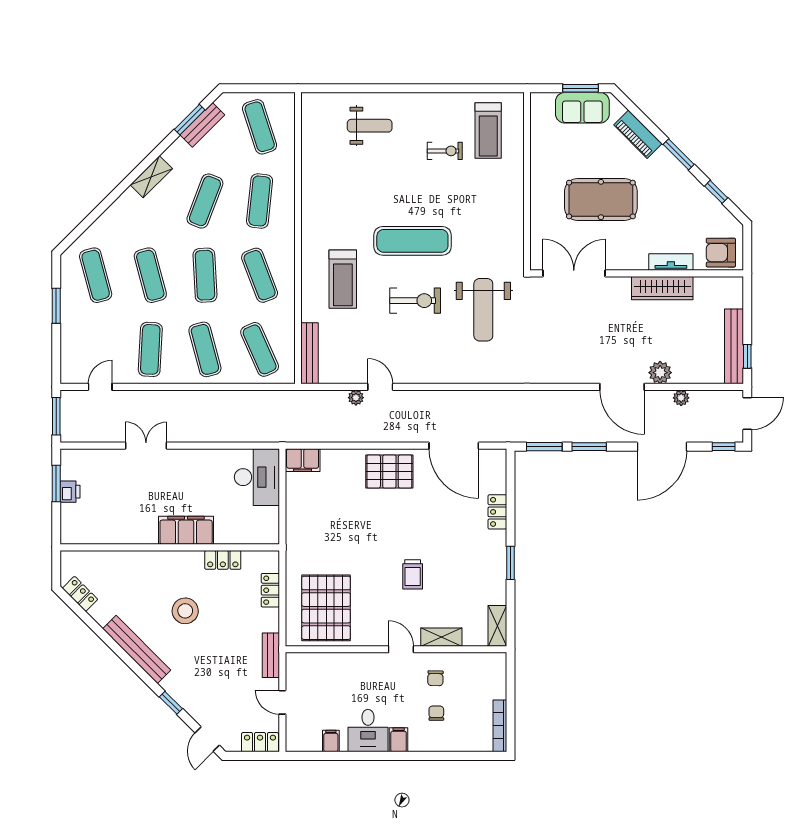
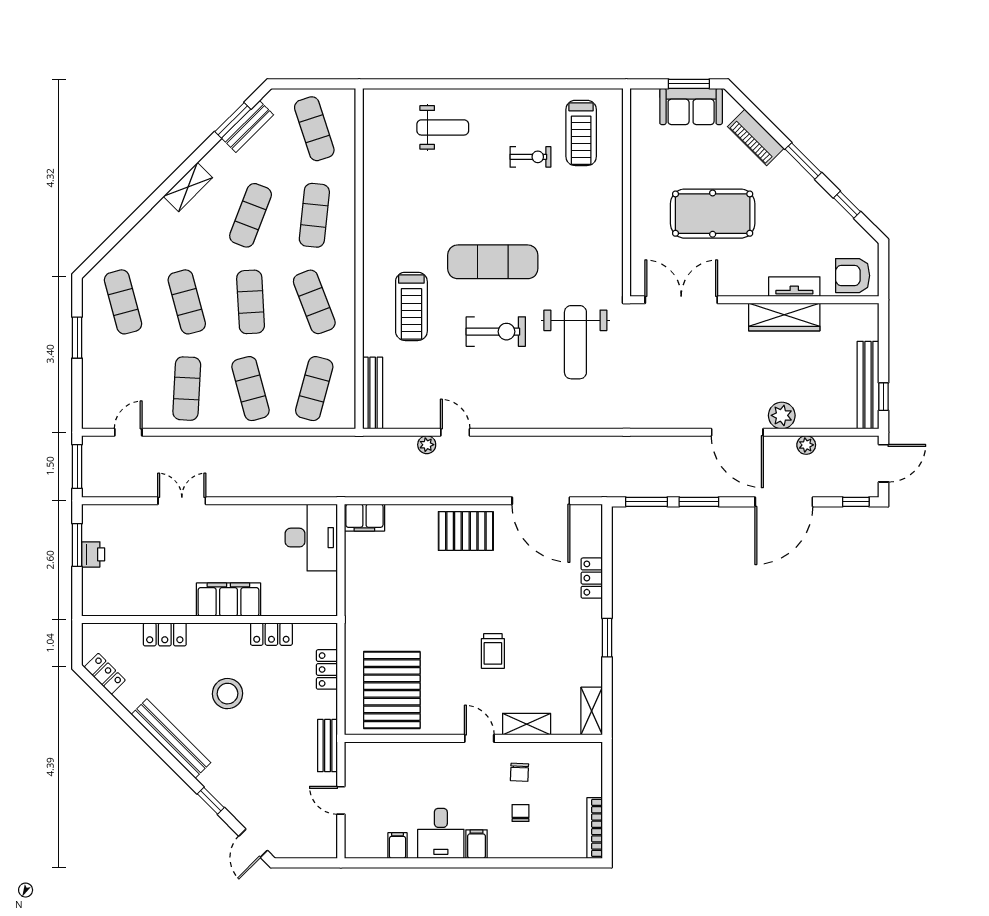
exercise mat: (260, 349) -> (314, 389), turned 39
locker: (260, 742) -> (165, 634), moved, turned 180

